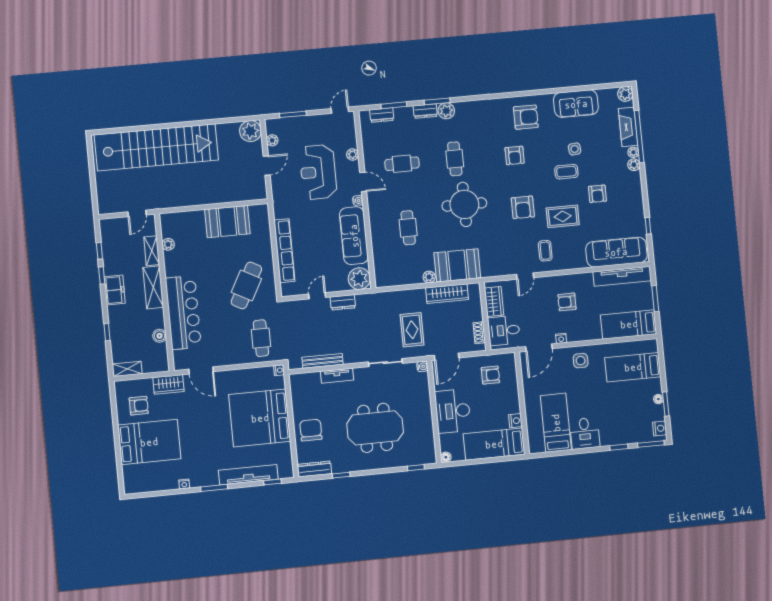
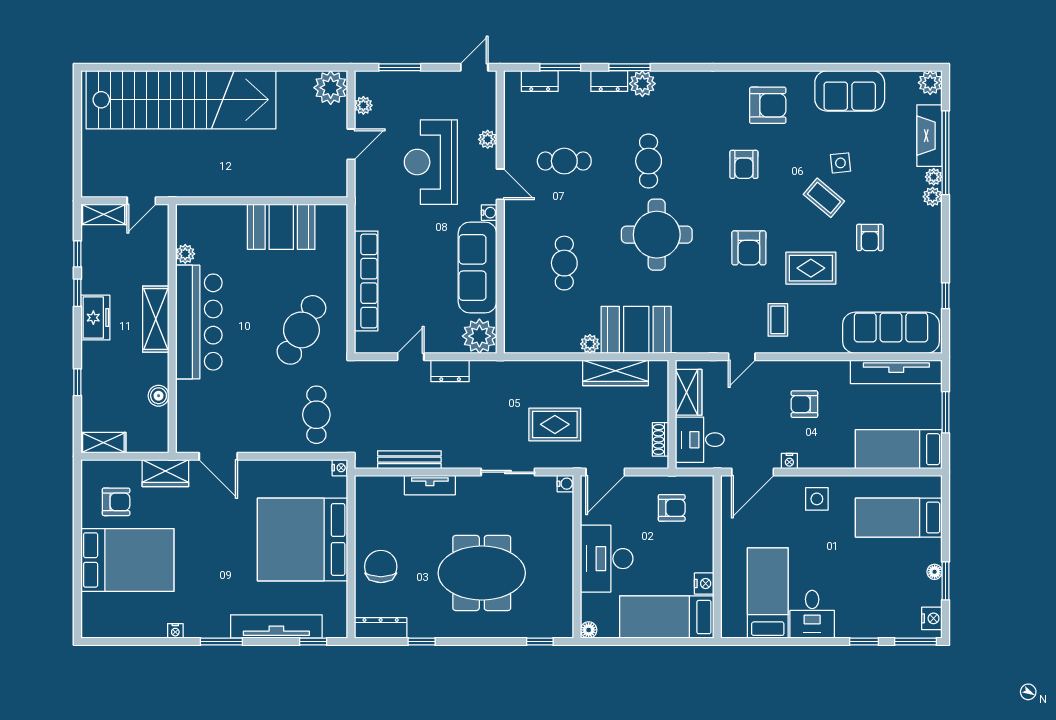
coffee table: (566, 172) -> (824, 198), turned 40
shelving: (152, 251) -> (104, 214), moved, turned 90
bar counter: (183, 313) -> (199, 322), moved
rug: (412, 330) -> (555, 424), turned 90

